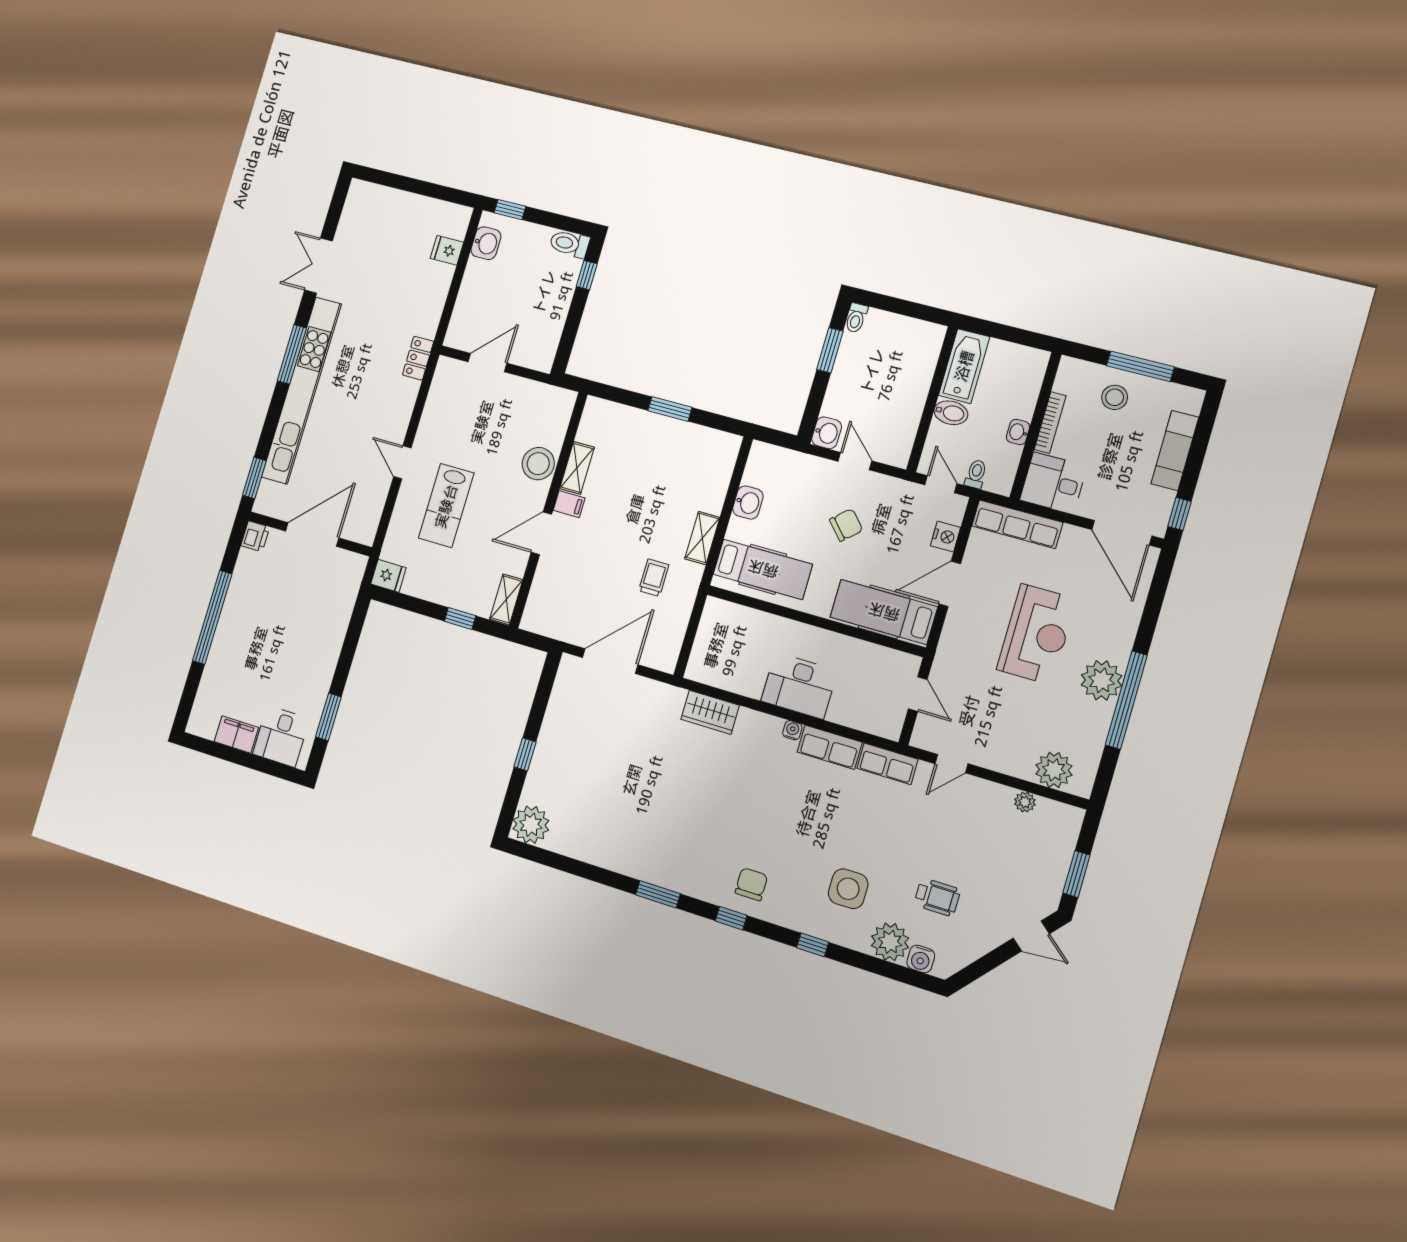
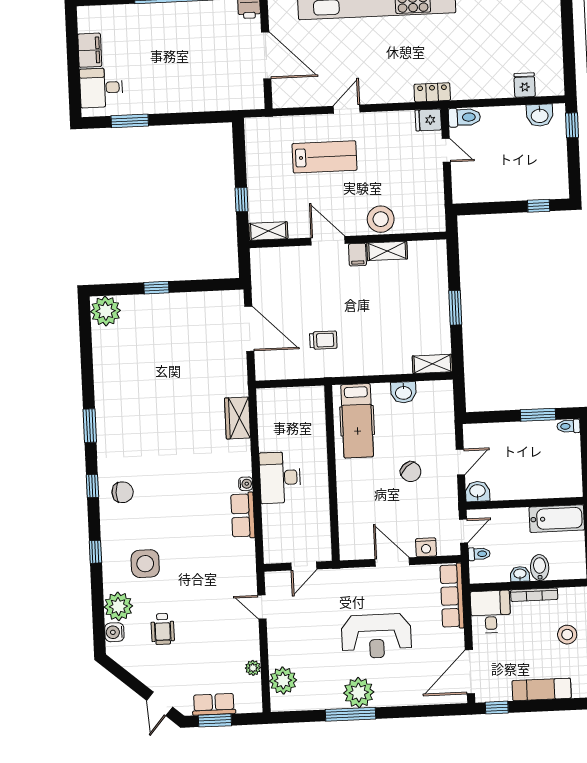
toilet: (569, 244) -> (464, 117), moved, turned 90
door: (487, 363) -> (446, 150), width x0.73
bidet: (951, 413) -> (540, 568), moved, turned 180
washbasin: (827, 433) -> (478, 491), moved, turned 180
lab bench: (446, 506) -> (325, 157), turned 180
shelving: (702, 538) -> (432, 364), moved
fridge: (388, 576) -> (428, 120), moved, turned 90
hospital bed: (884, 612) -> (356, 521), removed
window: (1126, 700) -> (351, 714), width x0.68
row of seats: (887, 764) -> (214, 704), moved, turned 90

